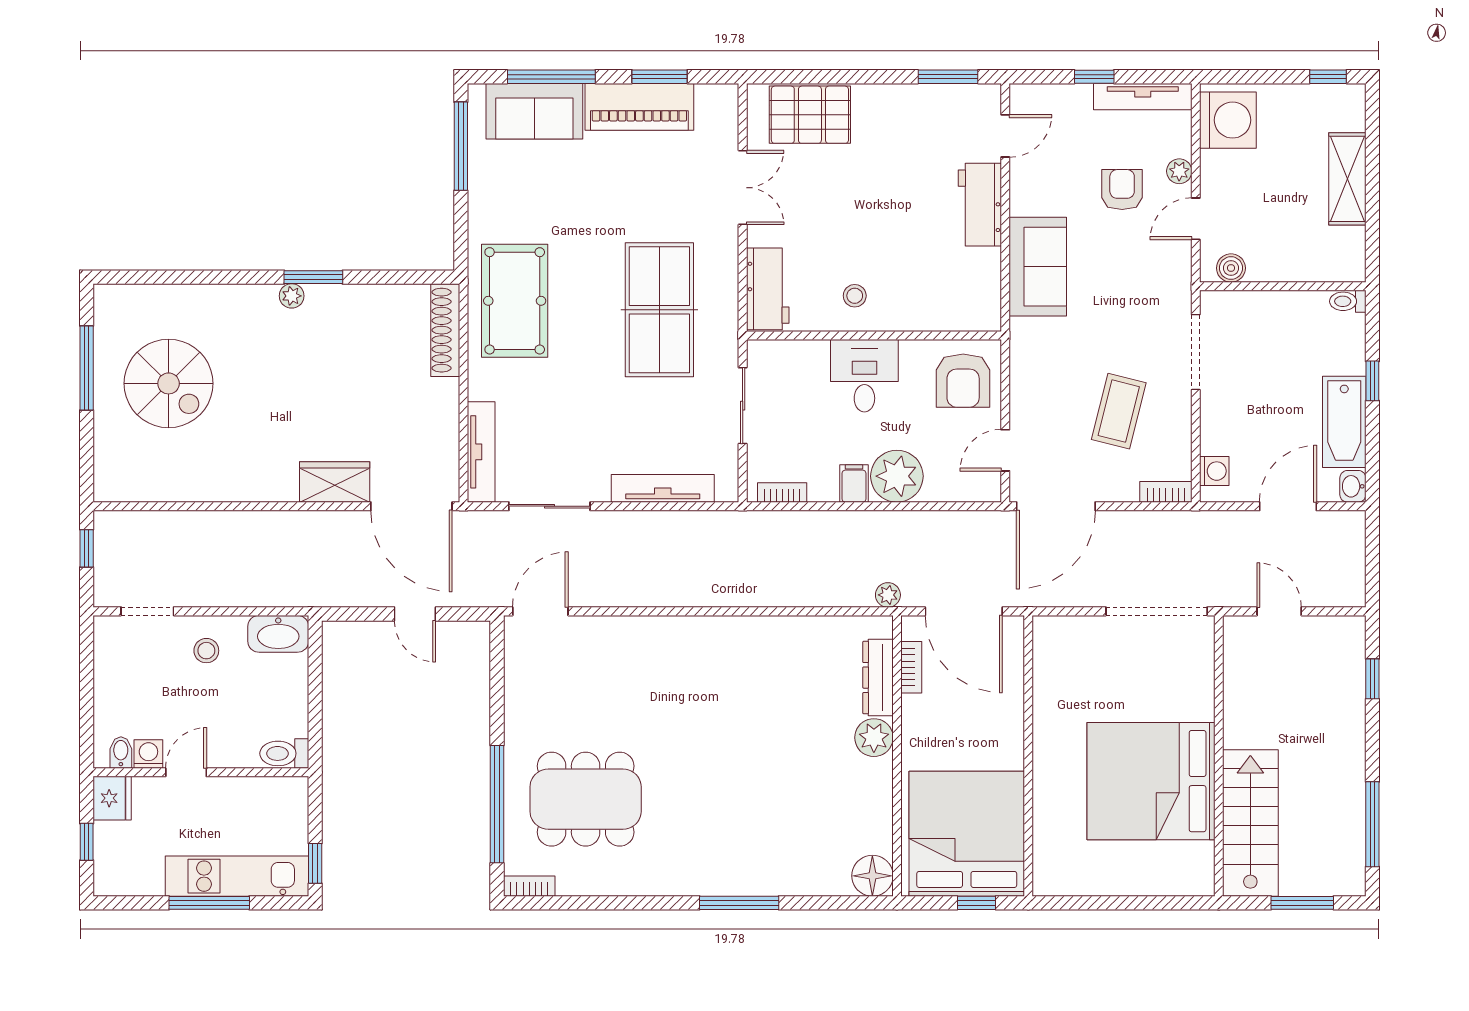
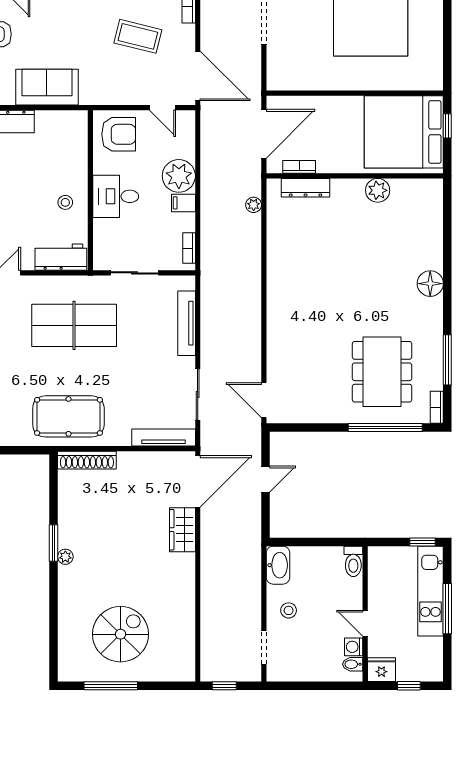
plant: (888, 595) -> (254, 205), moved
plant: (874, 738) -> (378, 190), moved
floor lamp: (872, 876) -> (430, 284), moved
window: (739, 903) -> (447, 360), moved

